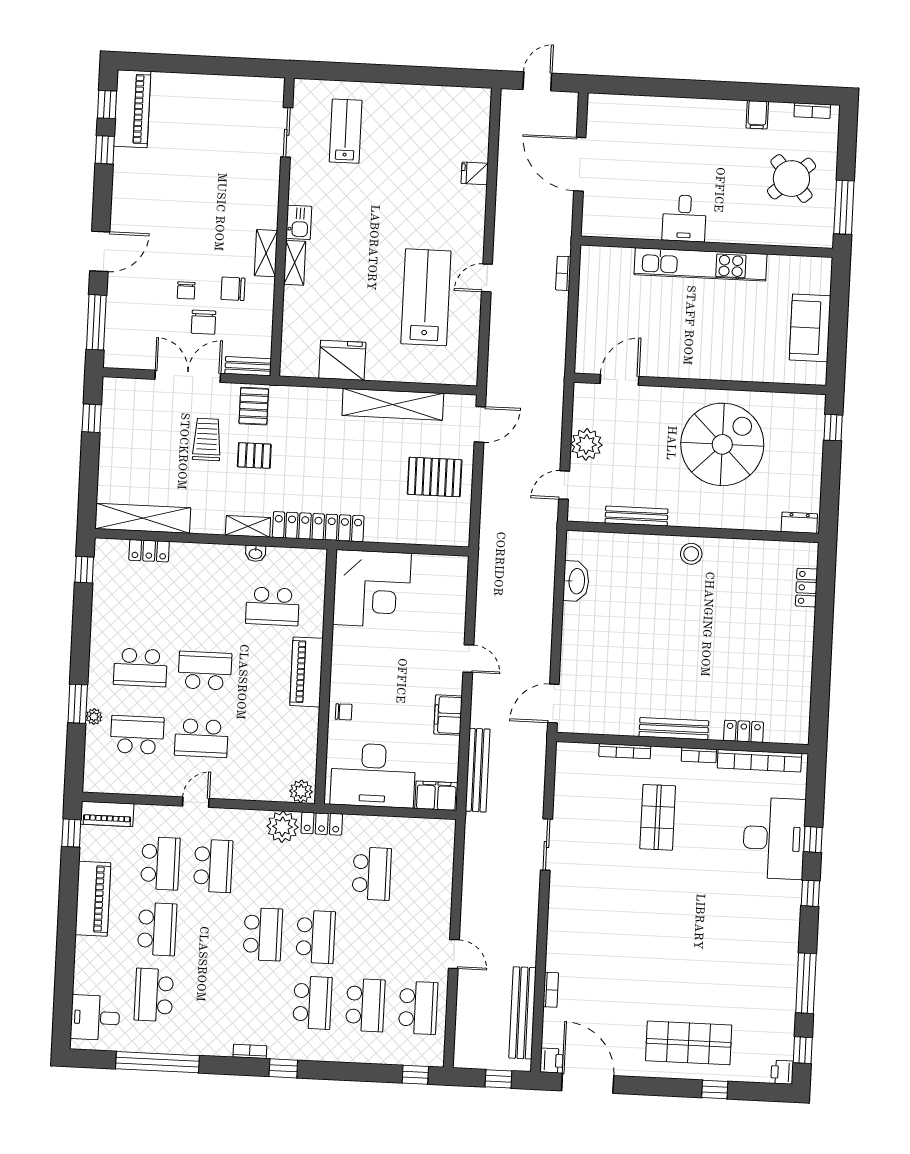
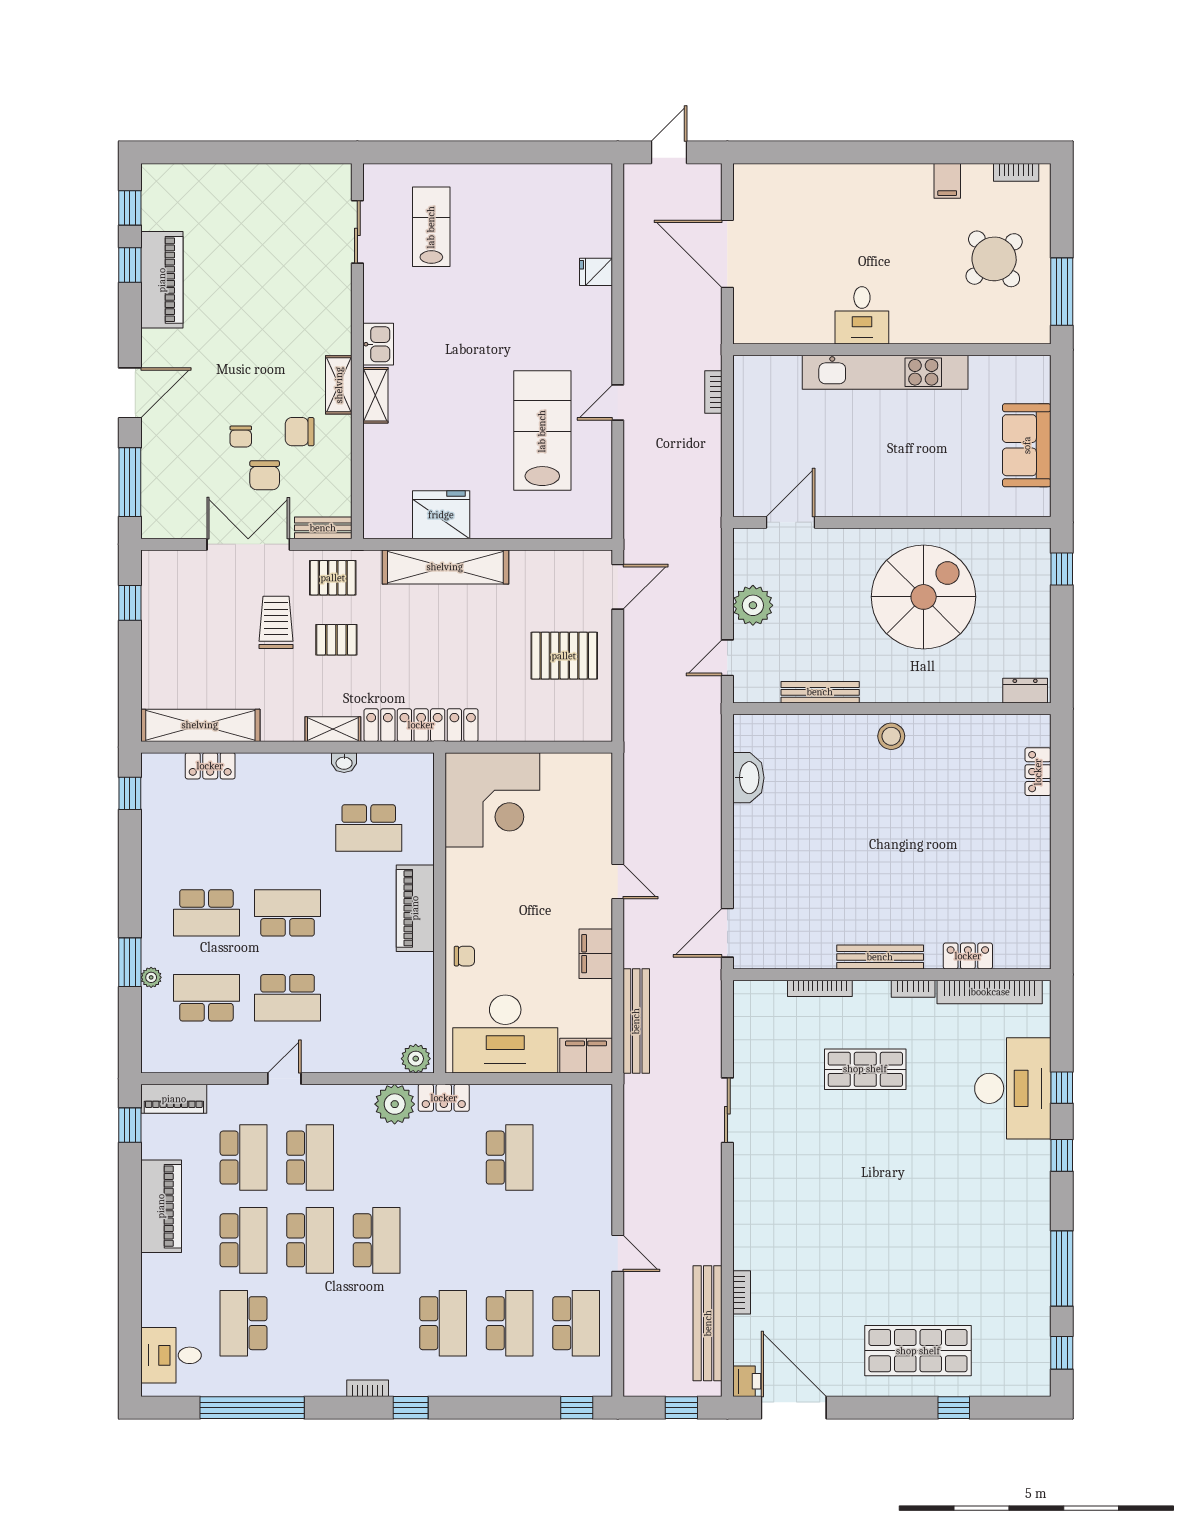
piano: (132, 109) -> (162, 280), moved
shelving: (393, 404) -> (445, 567), moved
pallet: (254, 406) -> (333, 578), turned 90
shop shelf: (658, 817) -> (865, 1069), turned 90
school desk: (316, 937) -> (310, 1240), moved
printer: (782, 1072) -> (1037, 1382), removed

